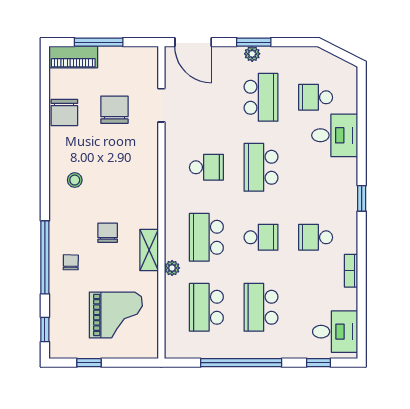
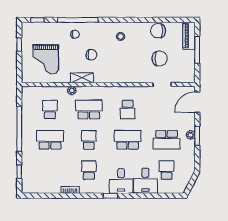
school desk: (261, 237) -> (89, 140), turned 180
school desk: (206, 307) -> (50, 110), width x0.54
desk: (335, 332) -> (121, 181), moved

